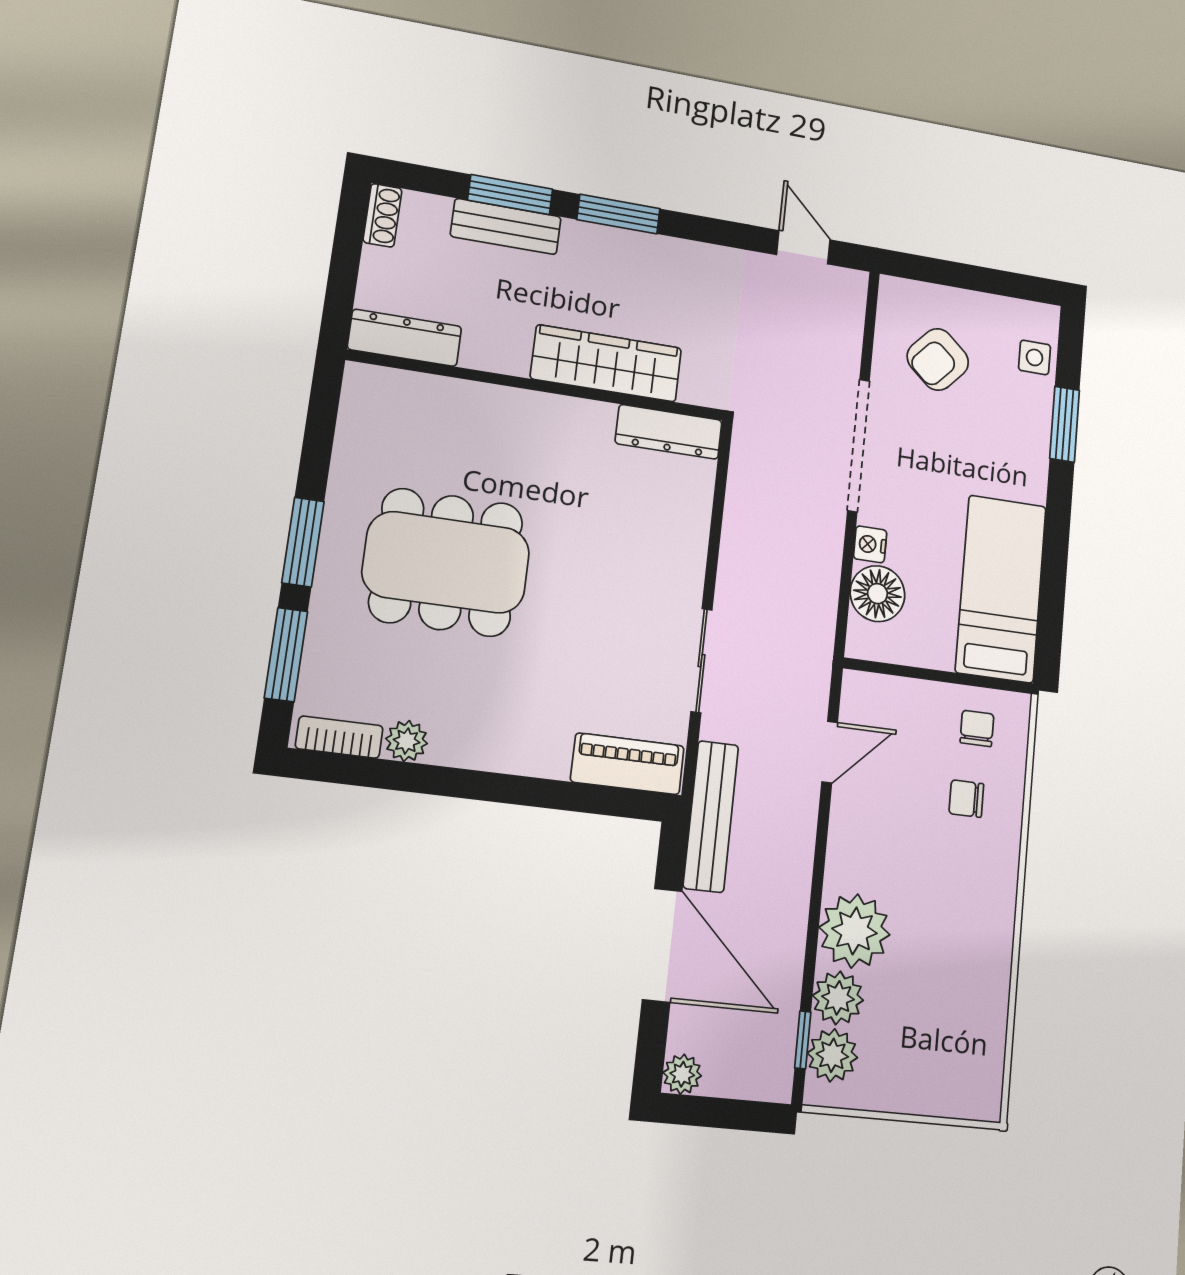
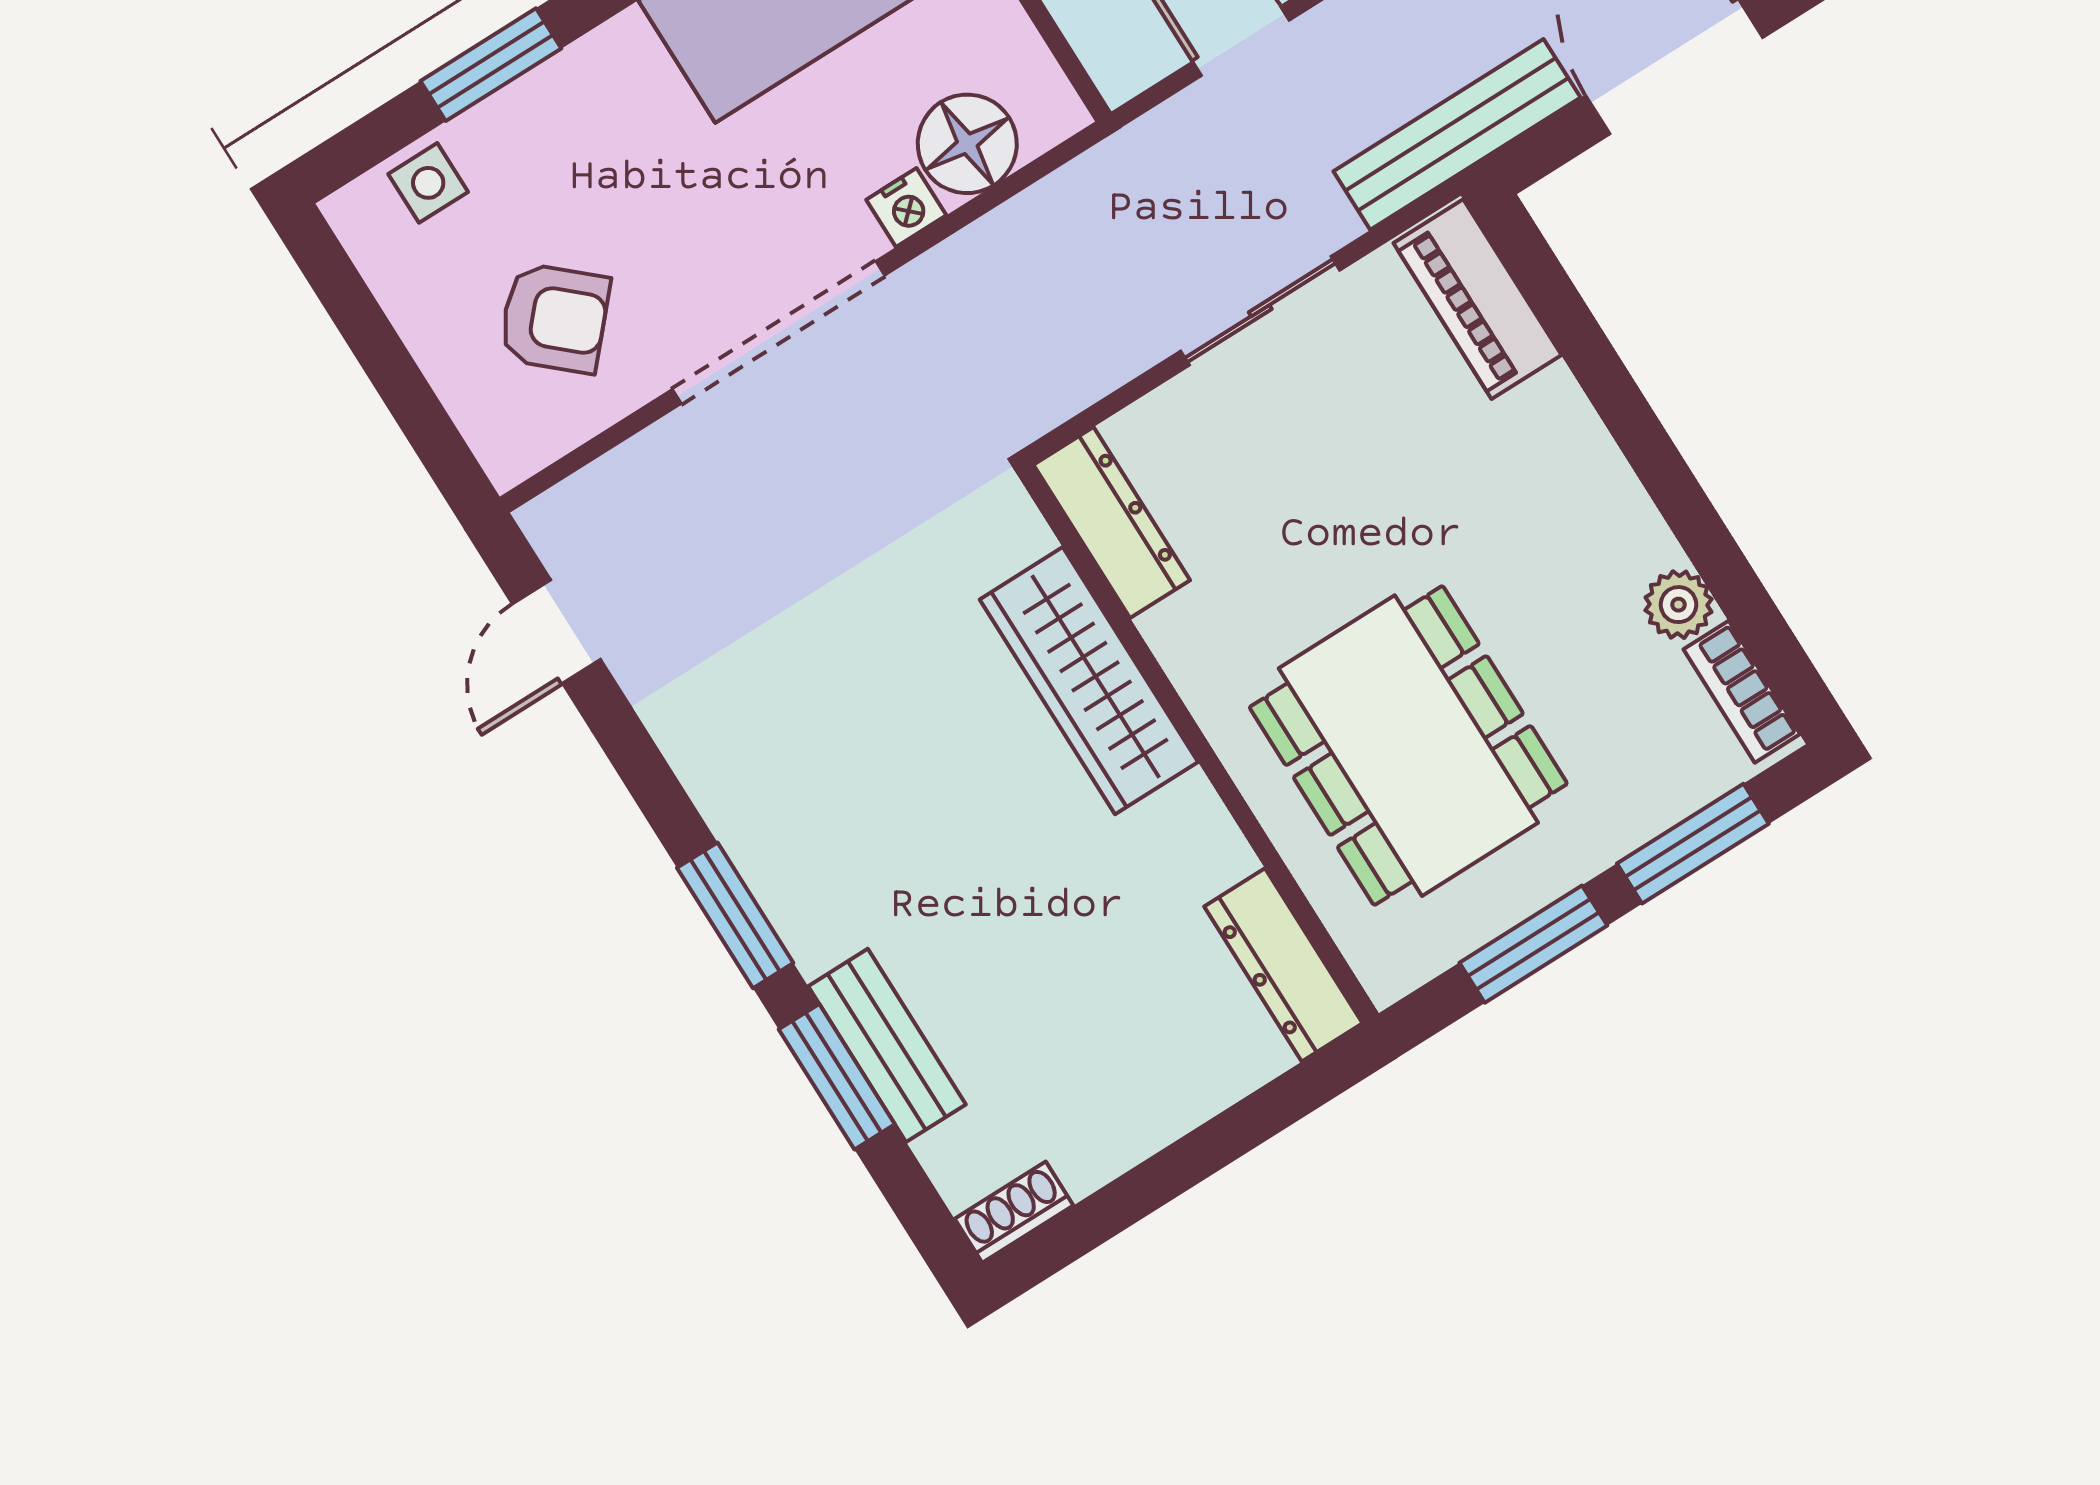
dresser: (405, 338) -> (1283, 965), moved
wardrobe: (606, 363) -> (1089, 681), moved
wall: (538, 385) -> (1198, 744), moved
dresser: (669, 432) -> (1112, 523), moved

